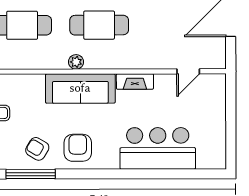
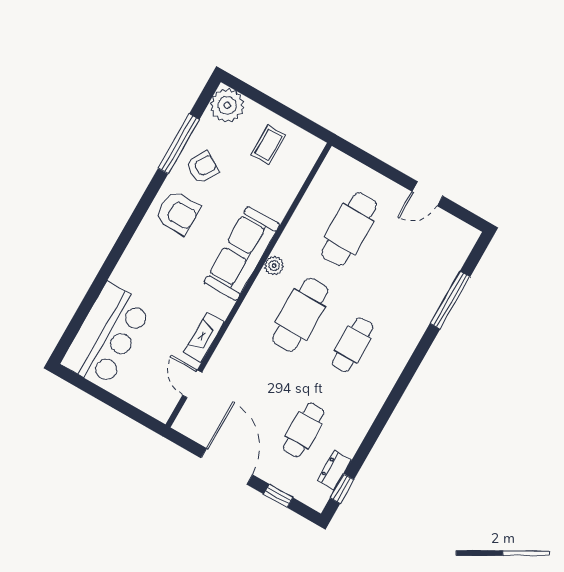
fireplace: (135, 81) -> (204, 337), moved
bar counter: (158, 148) -> (107, 335), moved

